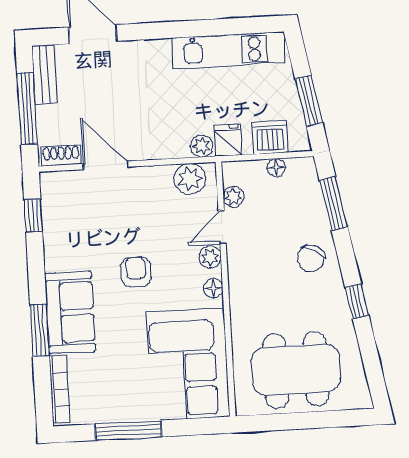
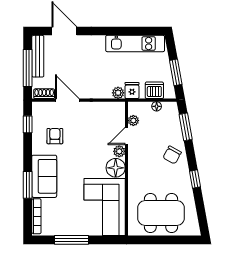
bench: (45, 74) -> (38, 56), width x1.36
plant: (190, 179) -> (111, 110), removed
armchair: (136, 272) -> (55, 136), moved
floor lamp: (213, 288) -> (116, 168), width x1.89, depth x1.89

